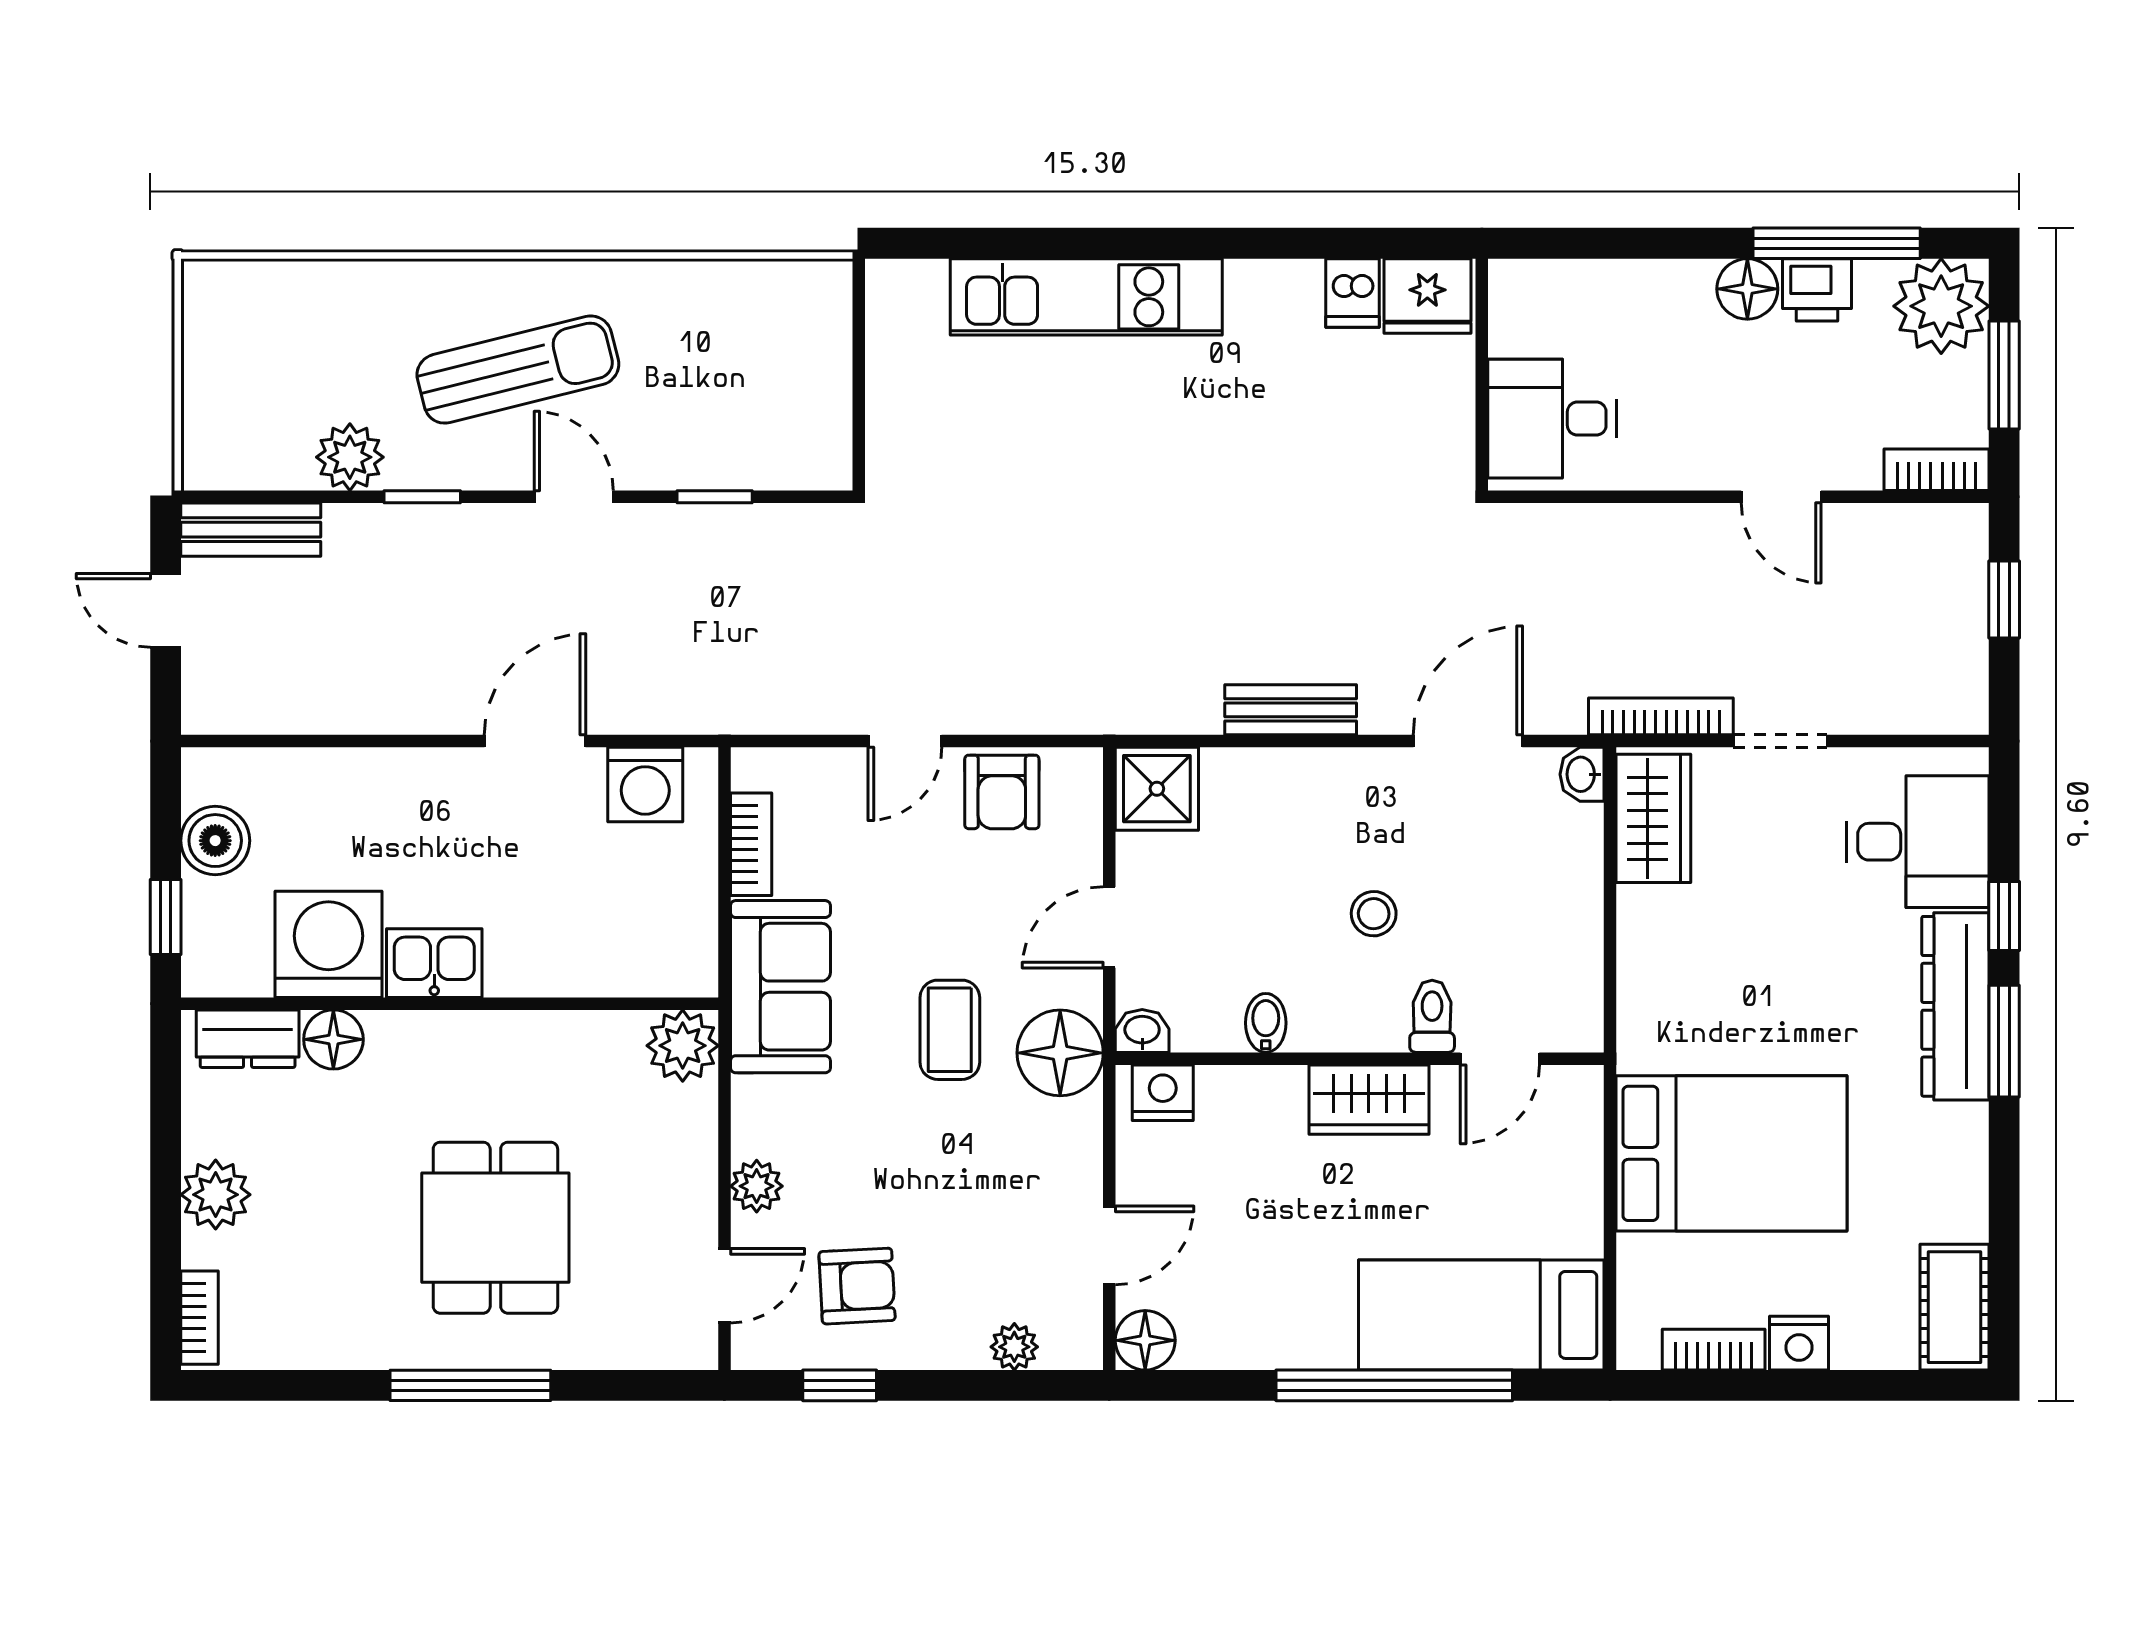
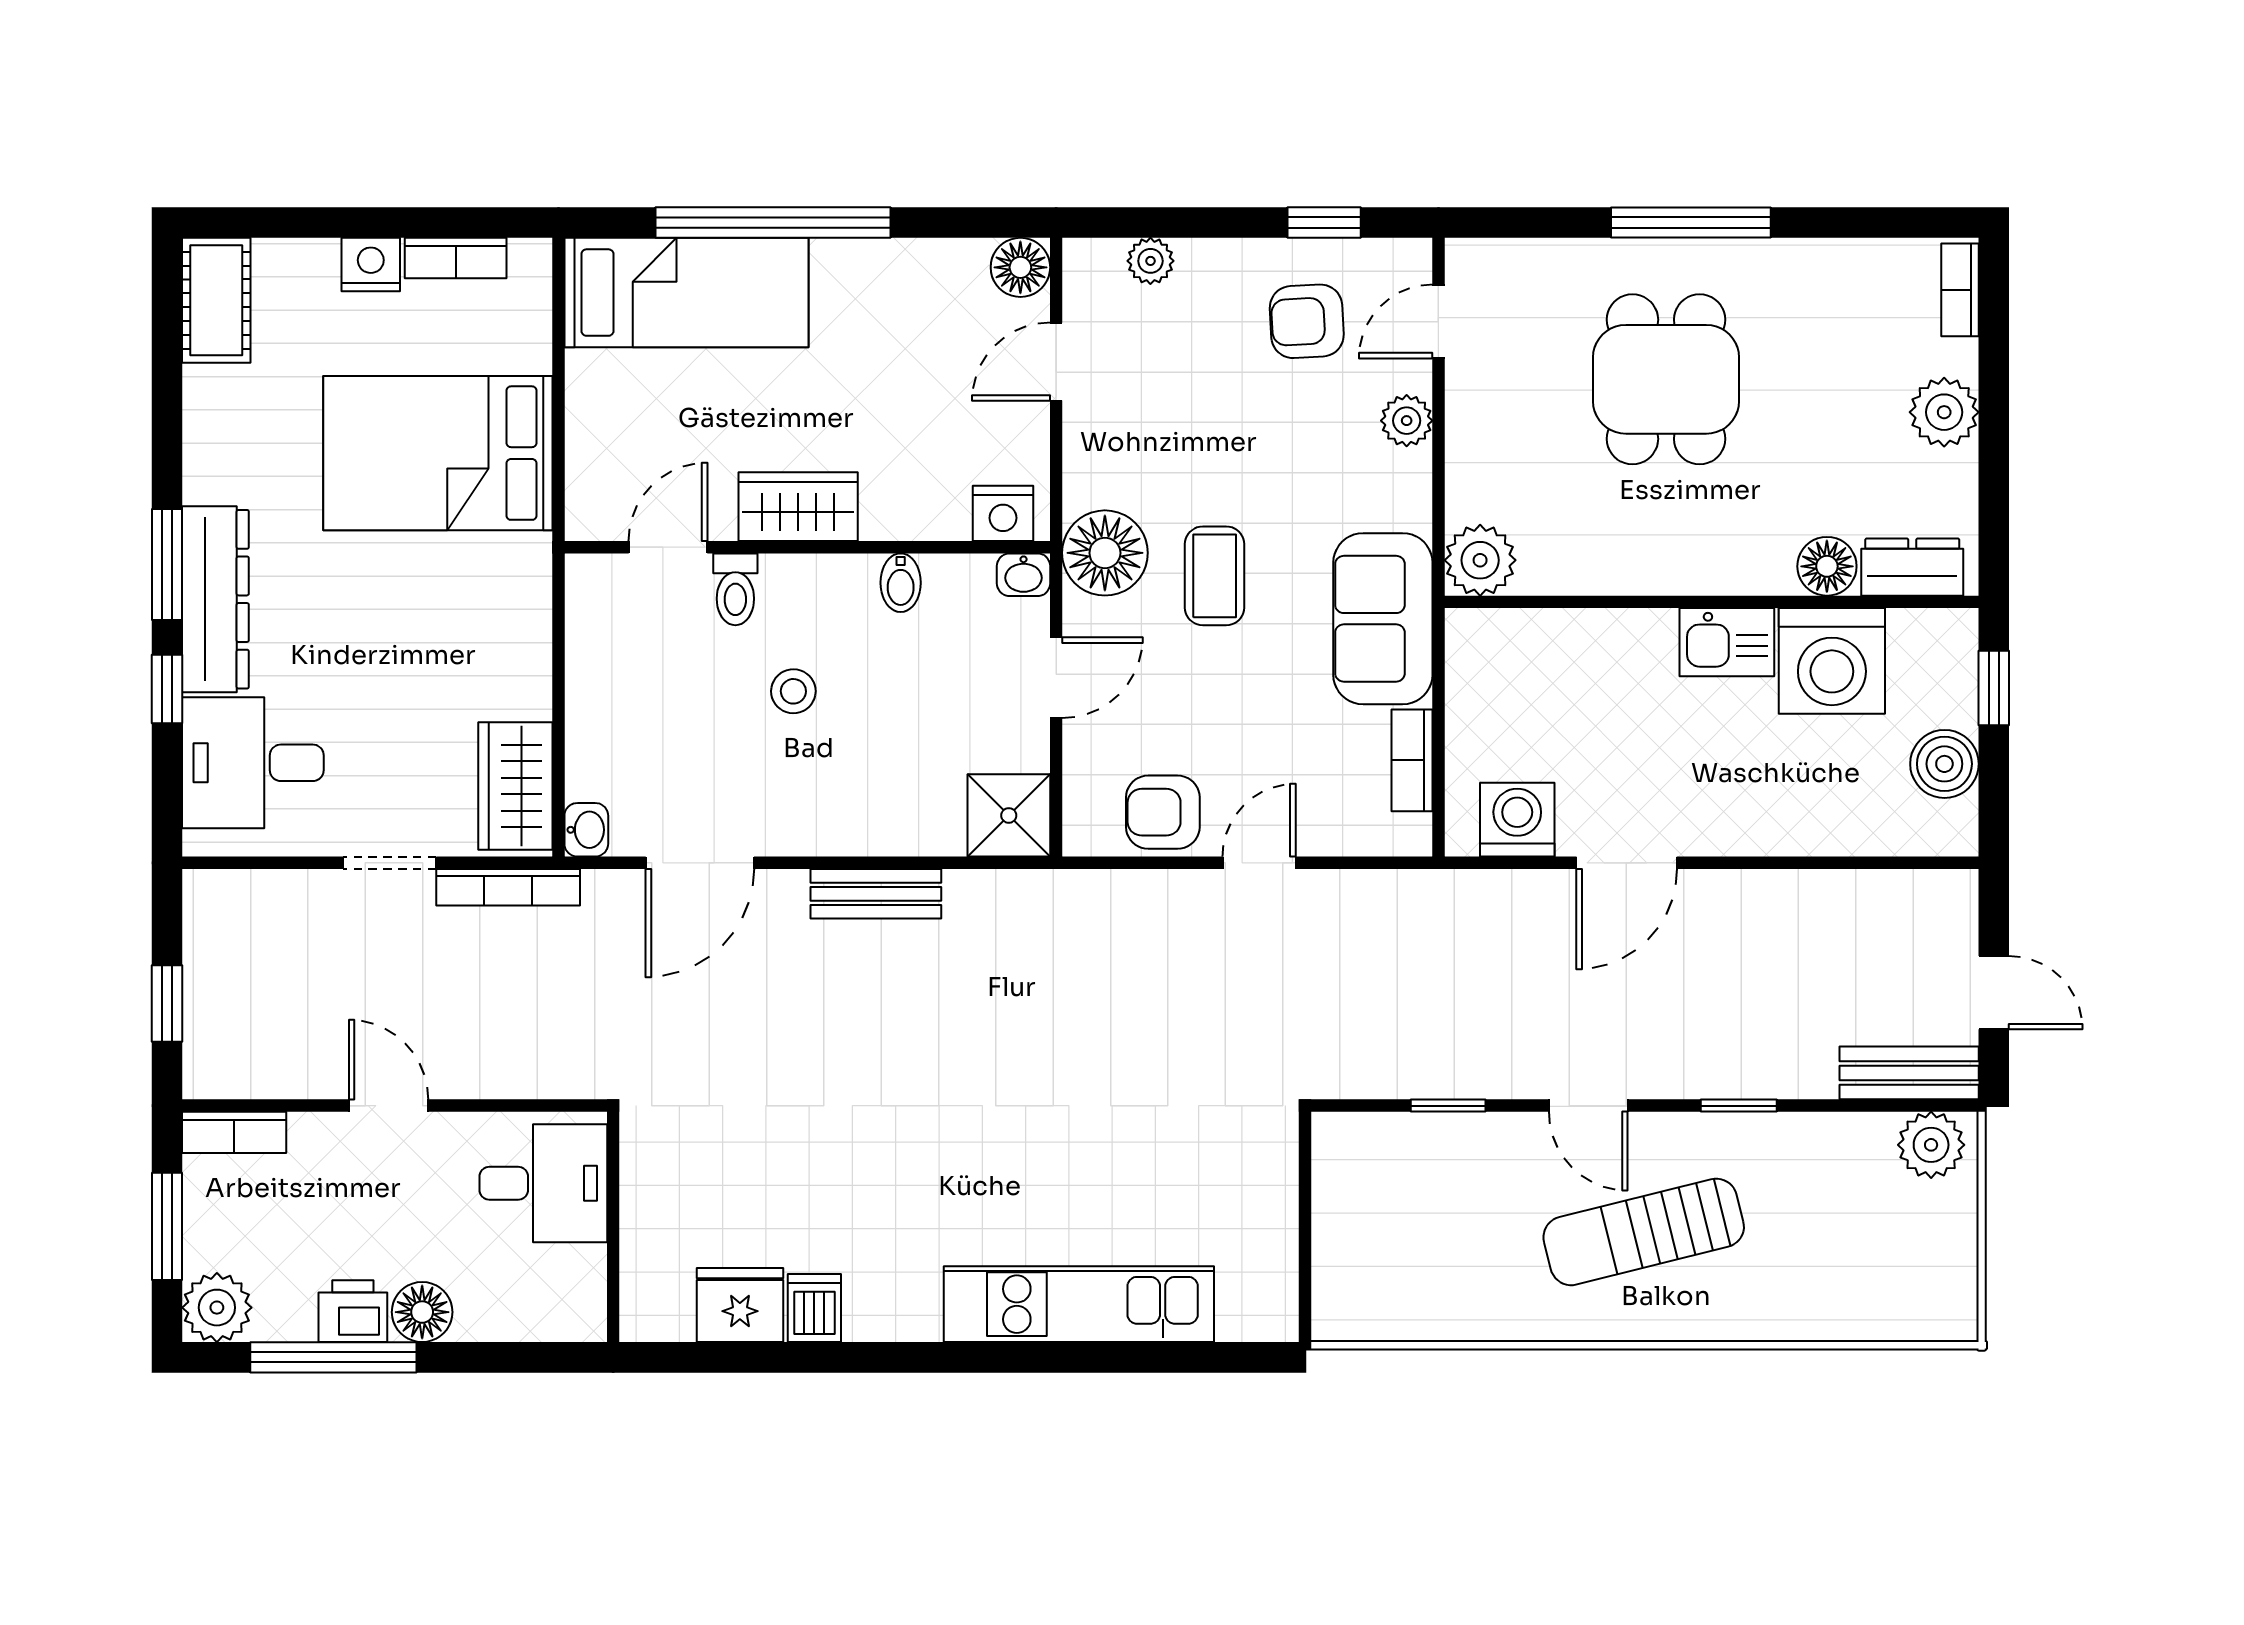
plant: (1941, 306) -> (217, 1308), width x0.73, depth x0.73
wall: (1482, 375) -> (613, 1227), moved
desk: (1552, 419) -> (543, 1183), moved
plant: (350, 457) -> (1931, 1145), moved
armchair: (1002, 792) -> (1163, 812), turned -90

